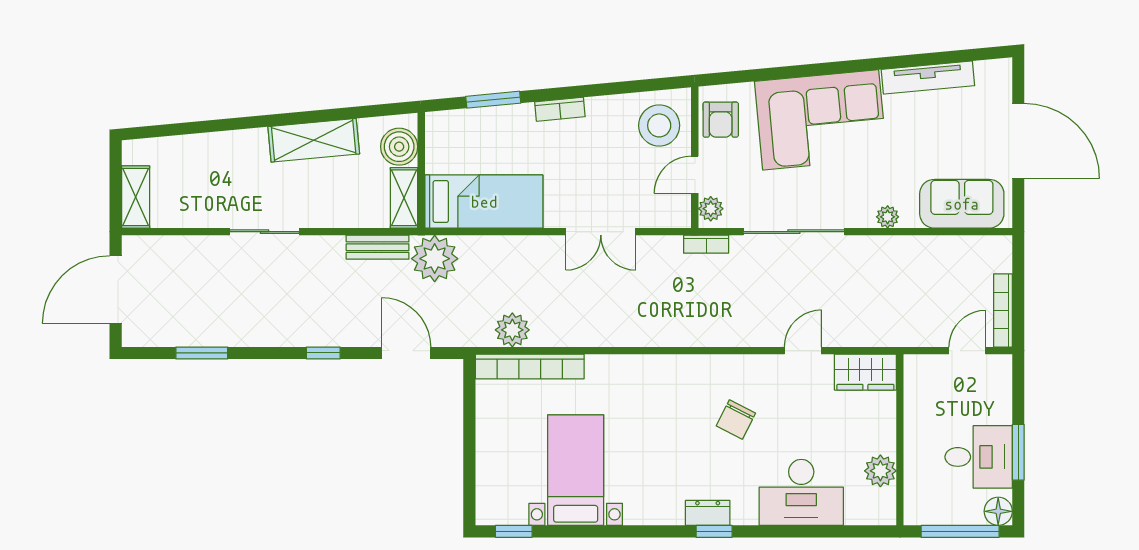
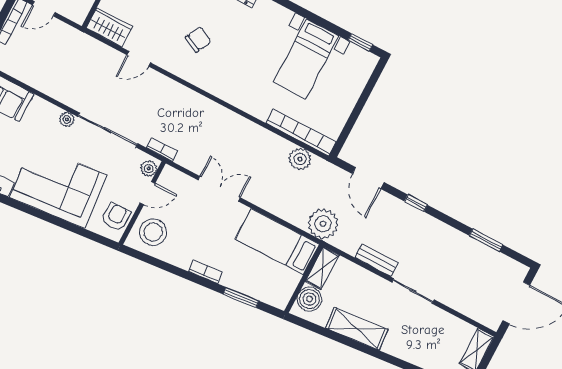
plant: (888, 217) -> (67, 119), moved
bench: (378, 247) -> (376, 260), moved

